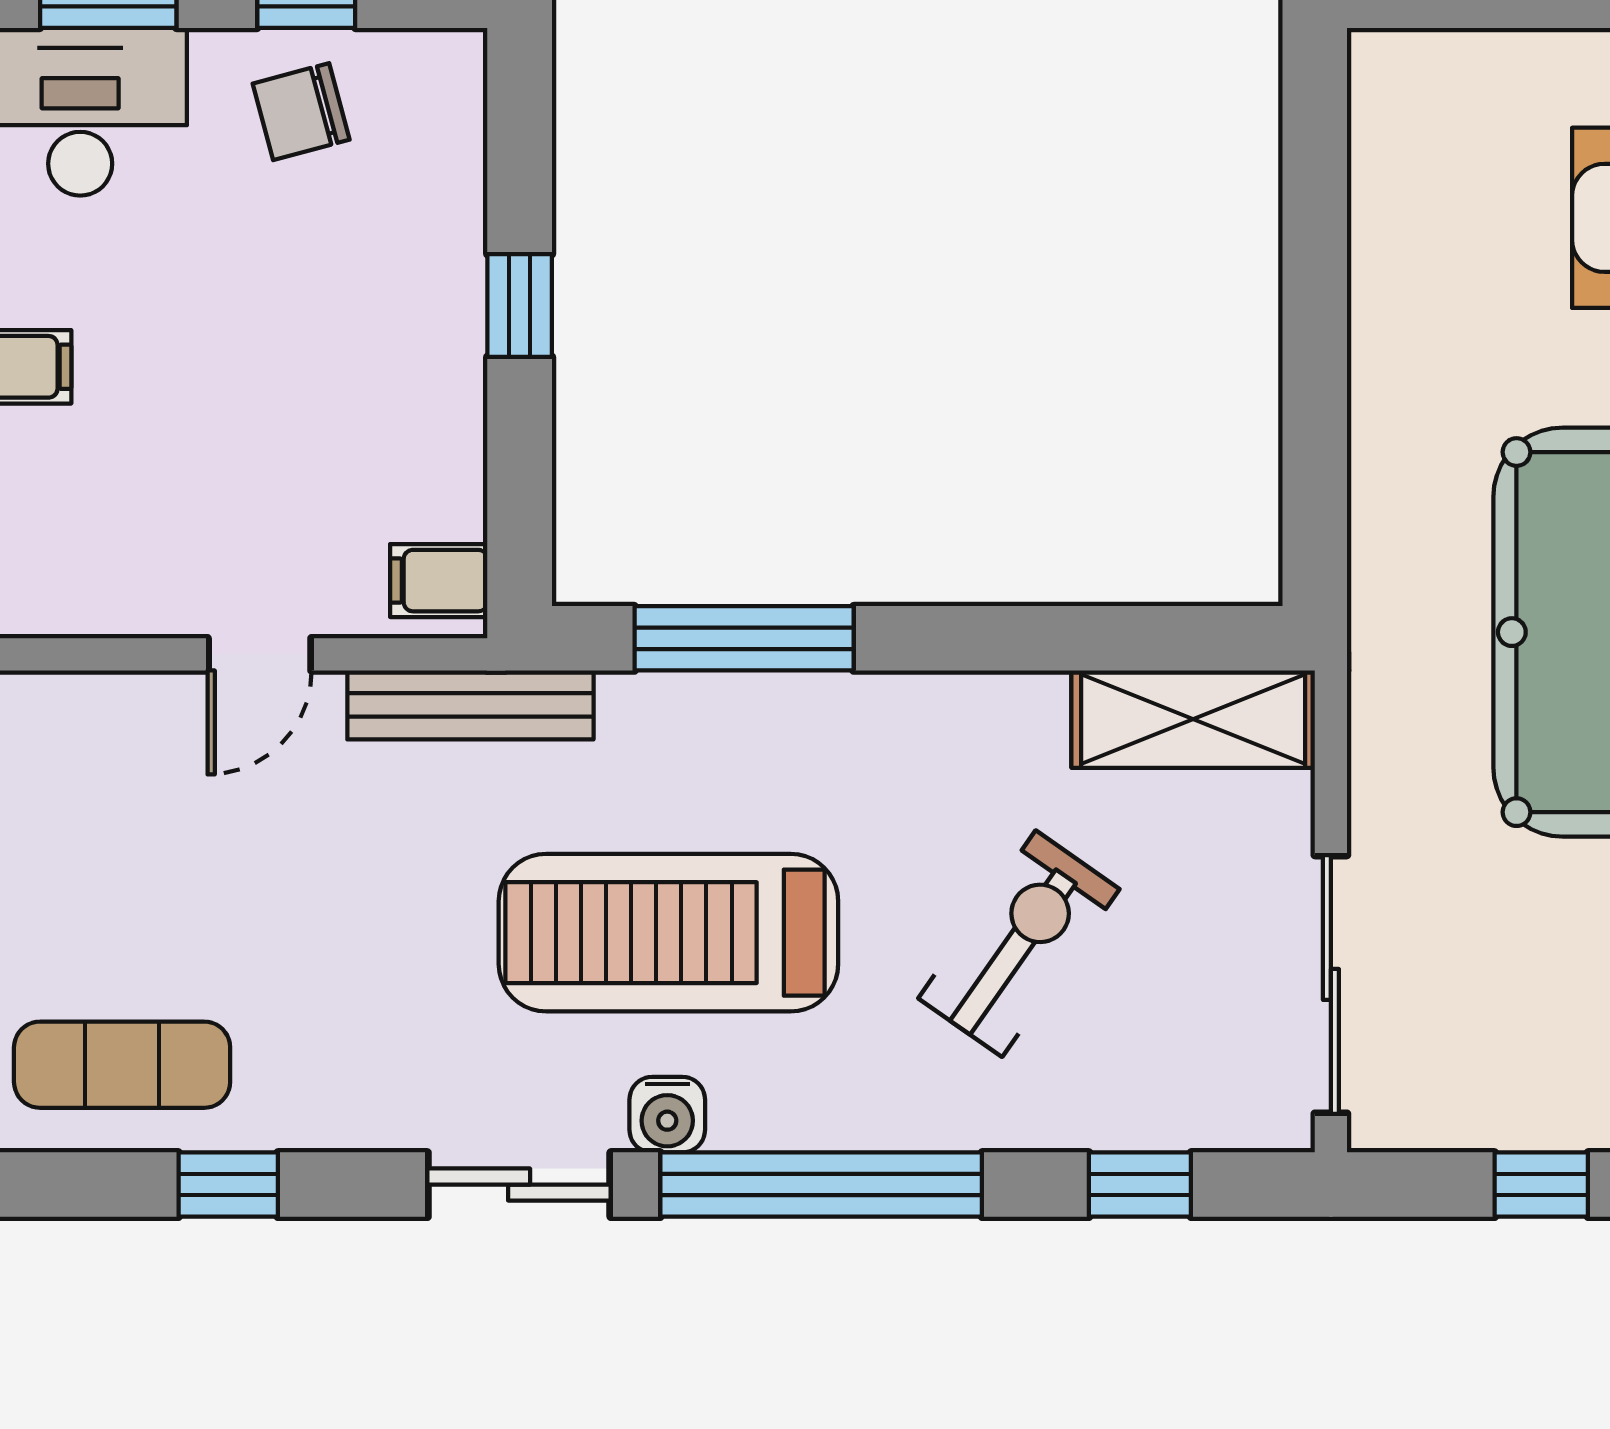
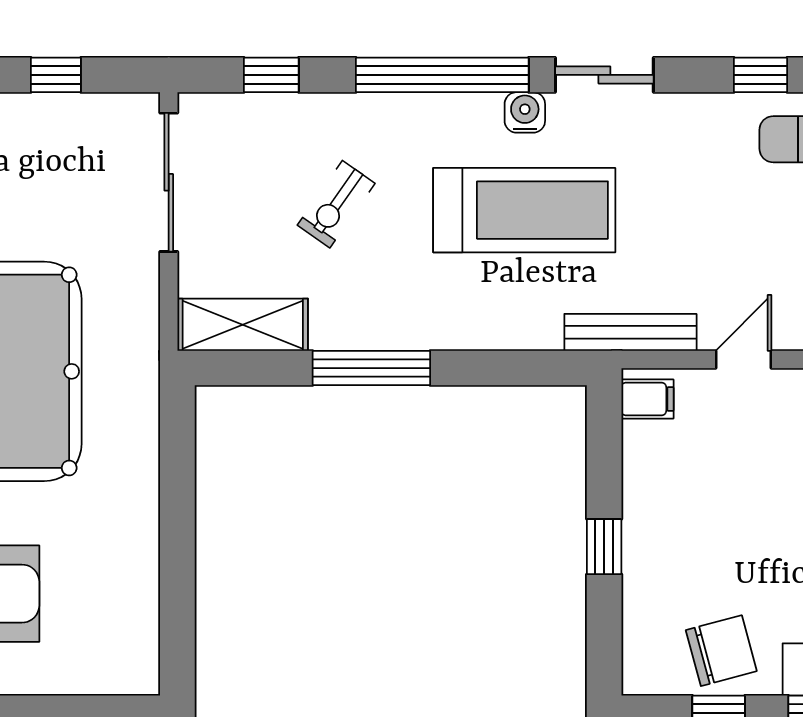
chair: (301, 112) -> (721, 651), width x1.37, depth x1.37
window: (744, 638) -> (371, 368), moved
exercise bike: (1019, 944) -> (336, 204), width x0.73, depth x0.72

